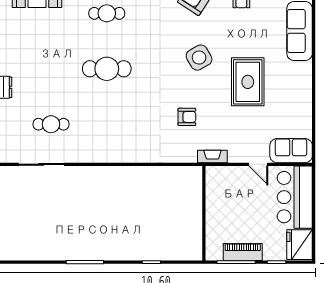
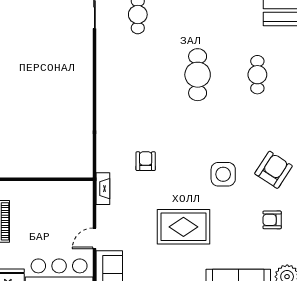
side table: (199, 58) -> (223, 174), moved, turned 30
armchair: (187, 117) -> (146, 161), turned 180

